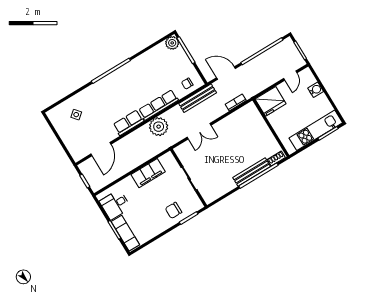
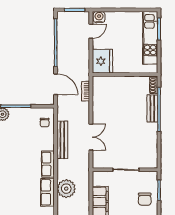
door: (226, 73) -> (56, 84), swing flipped
door: (290, 76) -> (91, 31), hinge flipped
water cooler: (316, 90) -> (99, 17), moved
bench: (198, 98) -> (62, 140), moved
row of seats: (158, 105) -> (48, 164), width x0.68
plant: (159, 127) -> (66, 189), moved
bench: (252, 172) -> (152, 108), width x0.73

